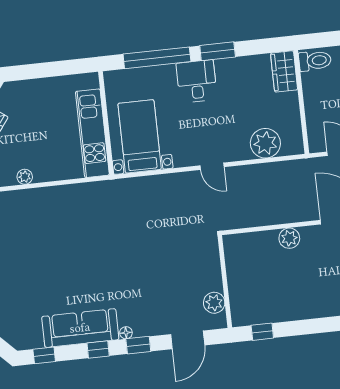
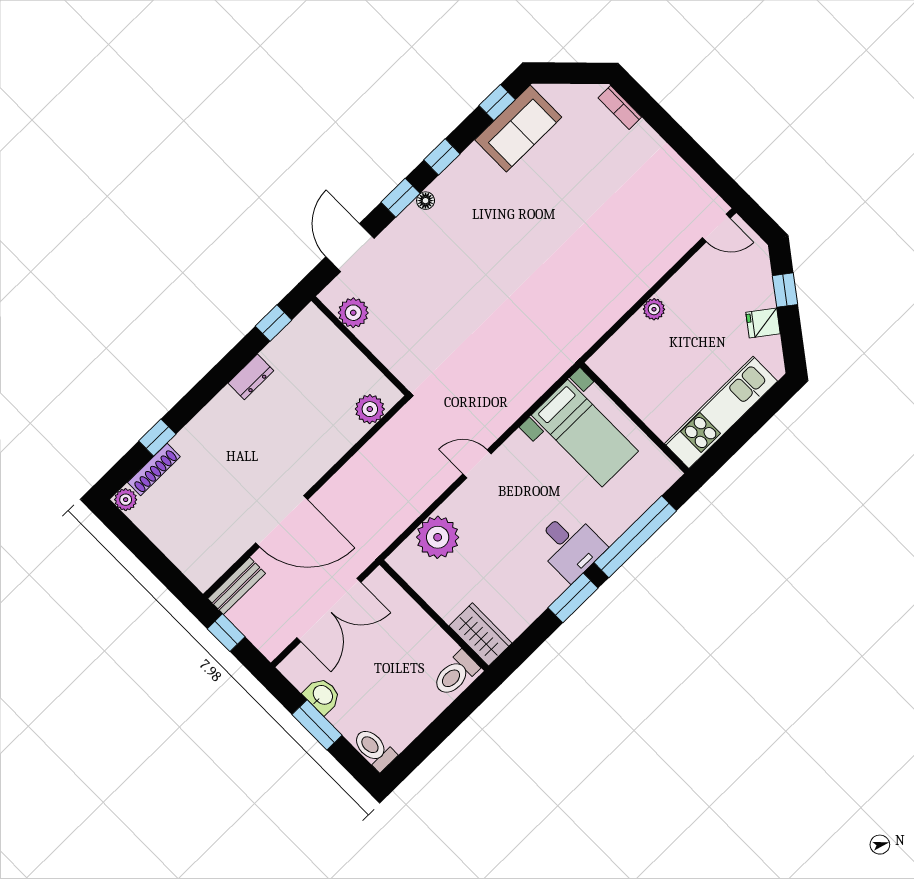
kitchen unit: (92, 133) -> (721, 412), moved, turned -90
plant: (25, 177) -> (654, 309), moved
plant: (289, 238) -> (370, 409), moved
dresser: (298, 312) -> (251, 377), added
sofa: (80, 328) -> (518, 128), moved, width x0.73

